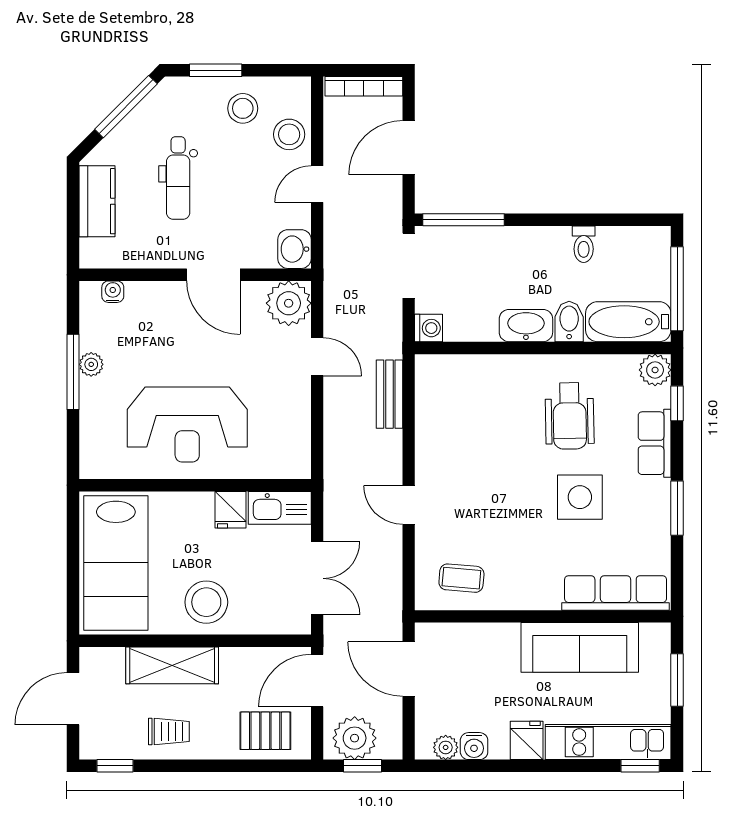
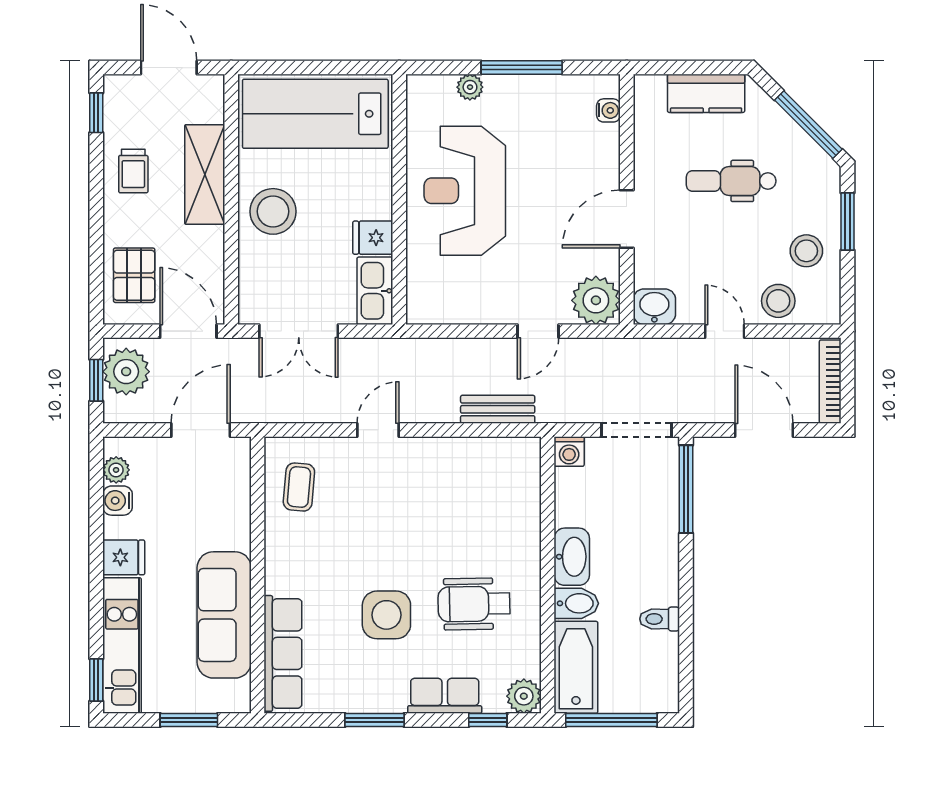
plant: (91, 364) -> (470, 87), moved

